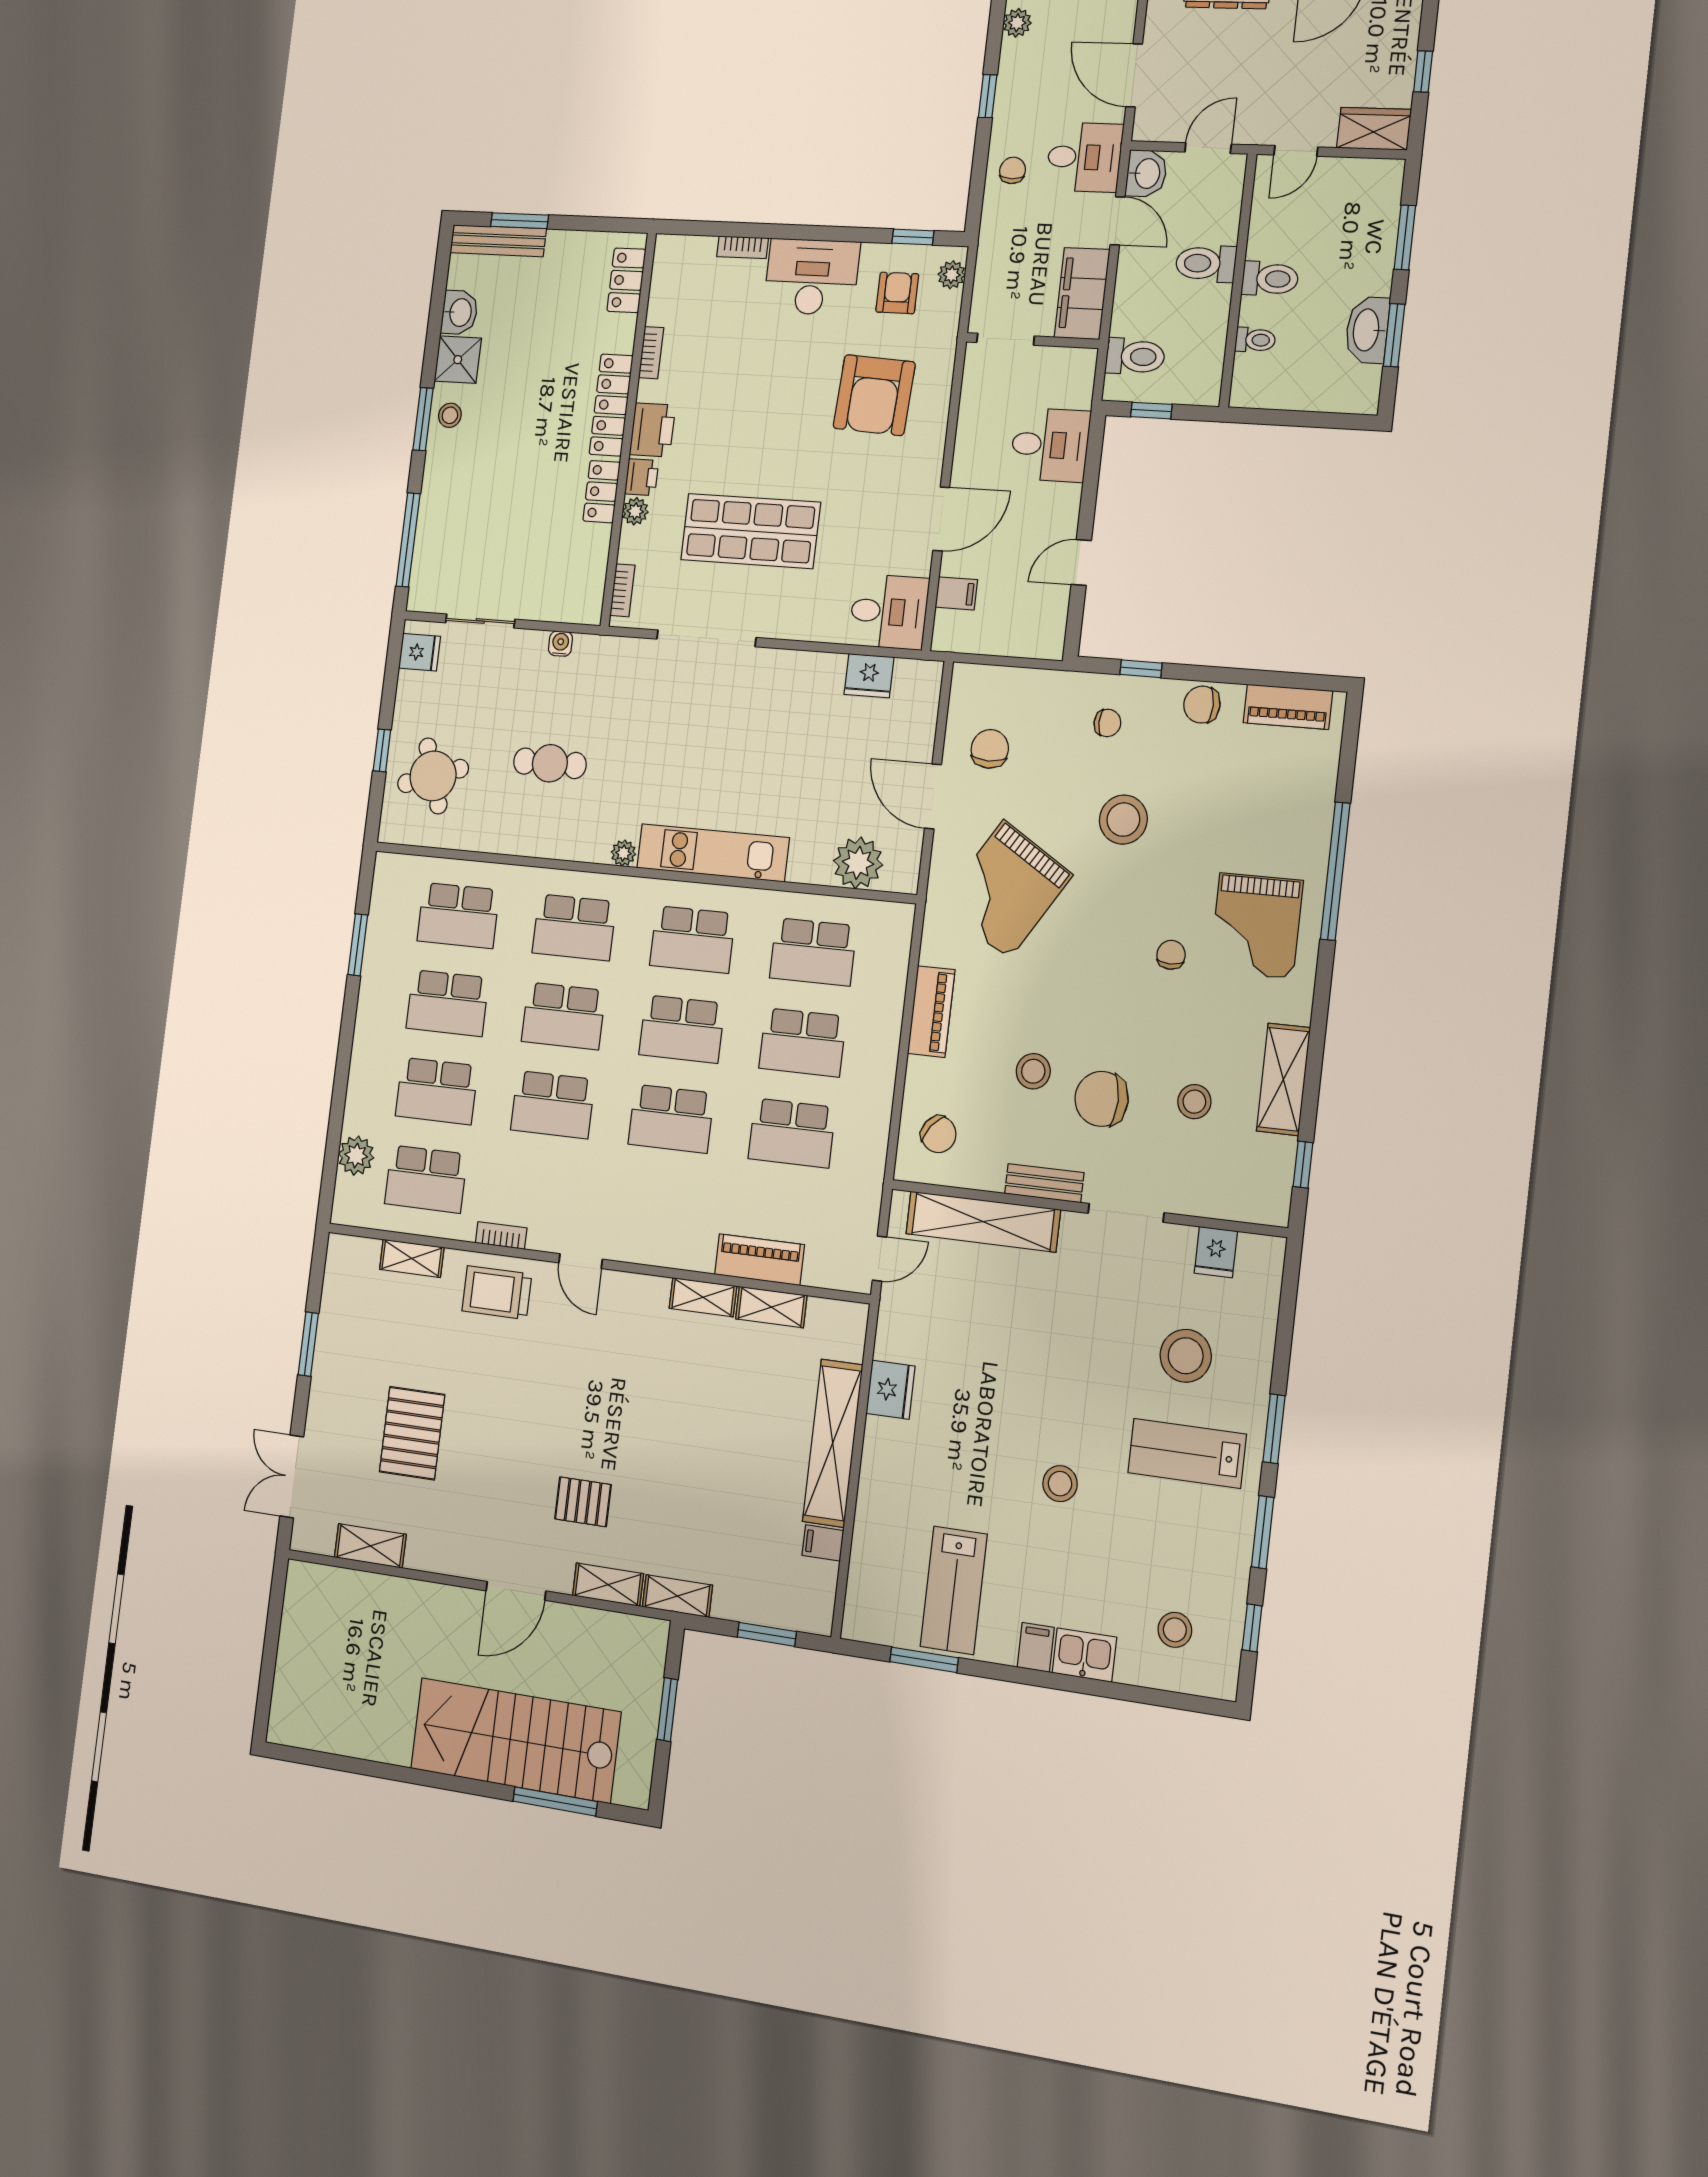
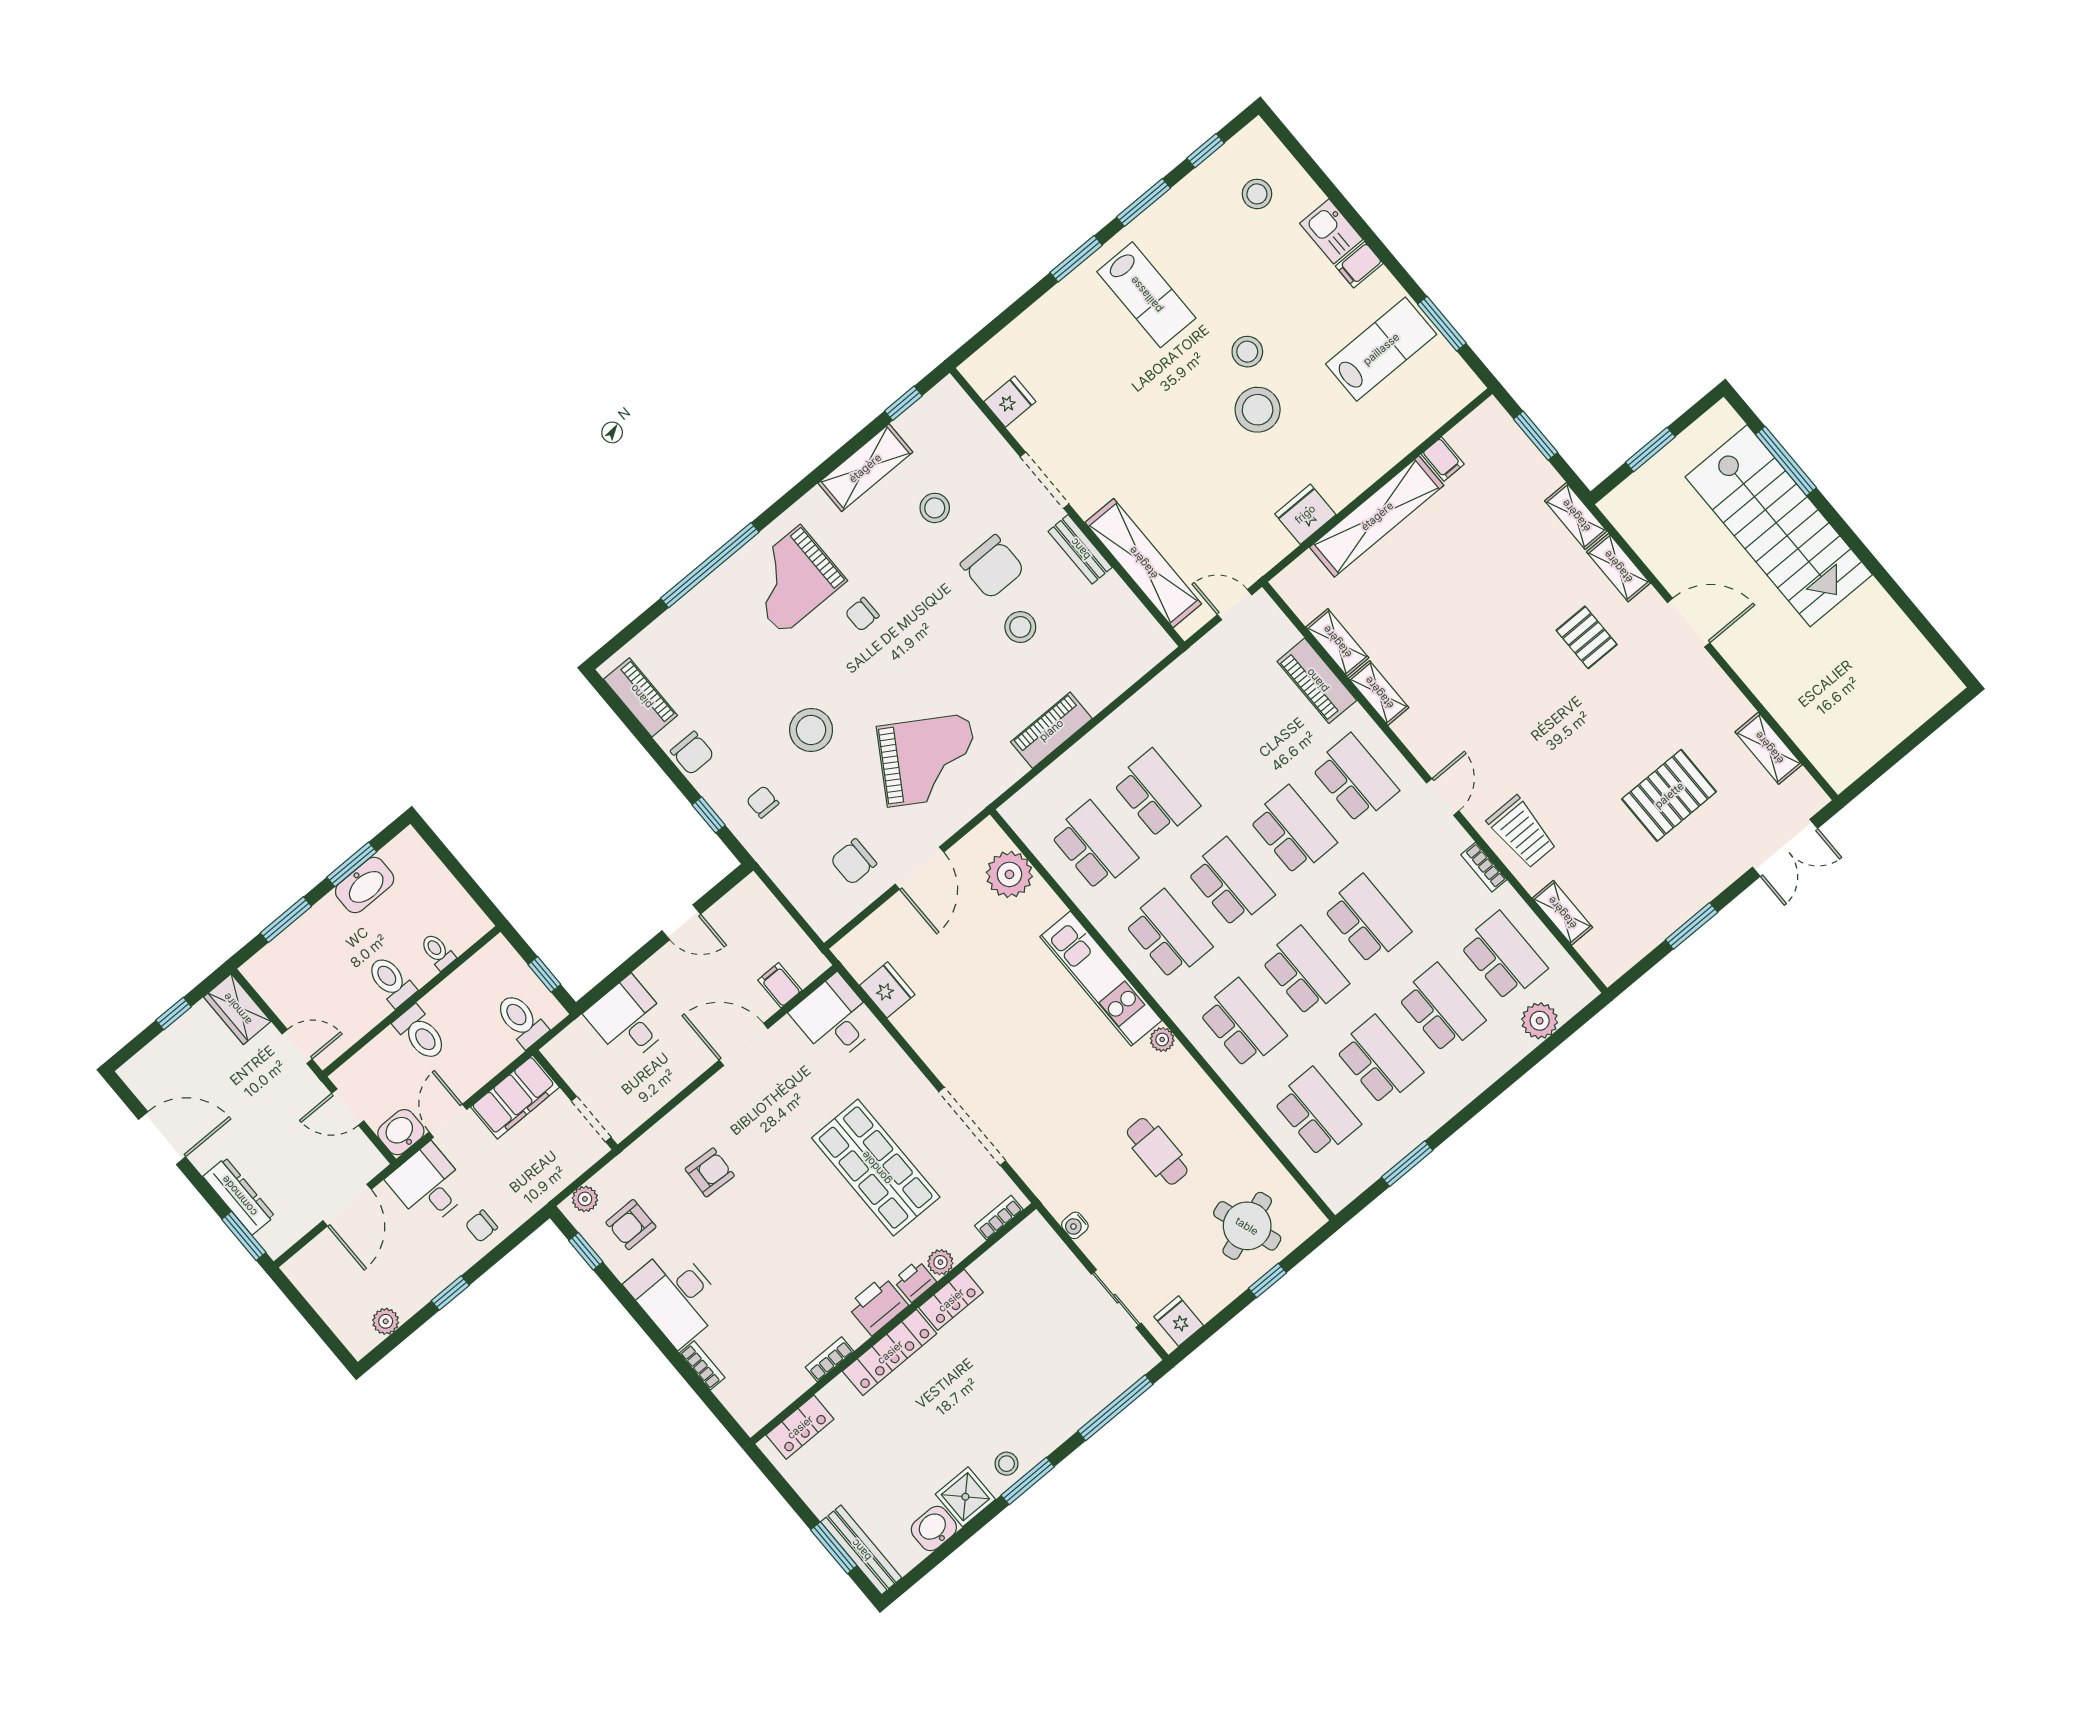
armchair: (874, 395) -> (710, 1172), width x0.53, depth x0.53
grand piano: (1256, 926) -> (791, 580), turned 180
school desk: (792, 1133) -> (1355, 779), moved
chair: (939, 1134) -> (1120, 647), removed
stool: (1186, 1356) -> (1258, 410), moved

